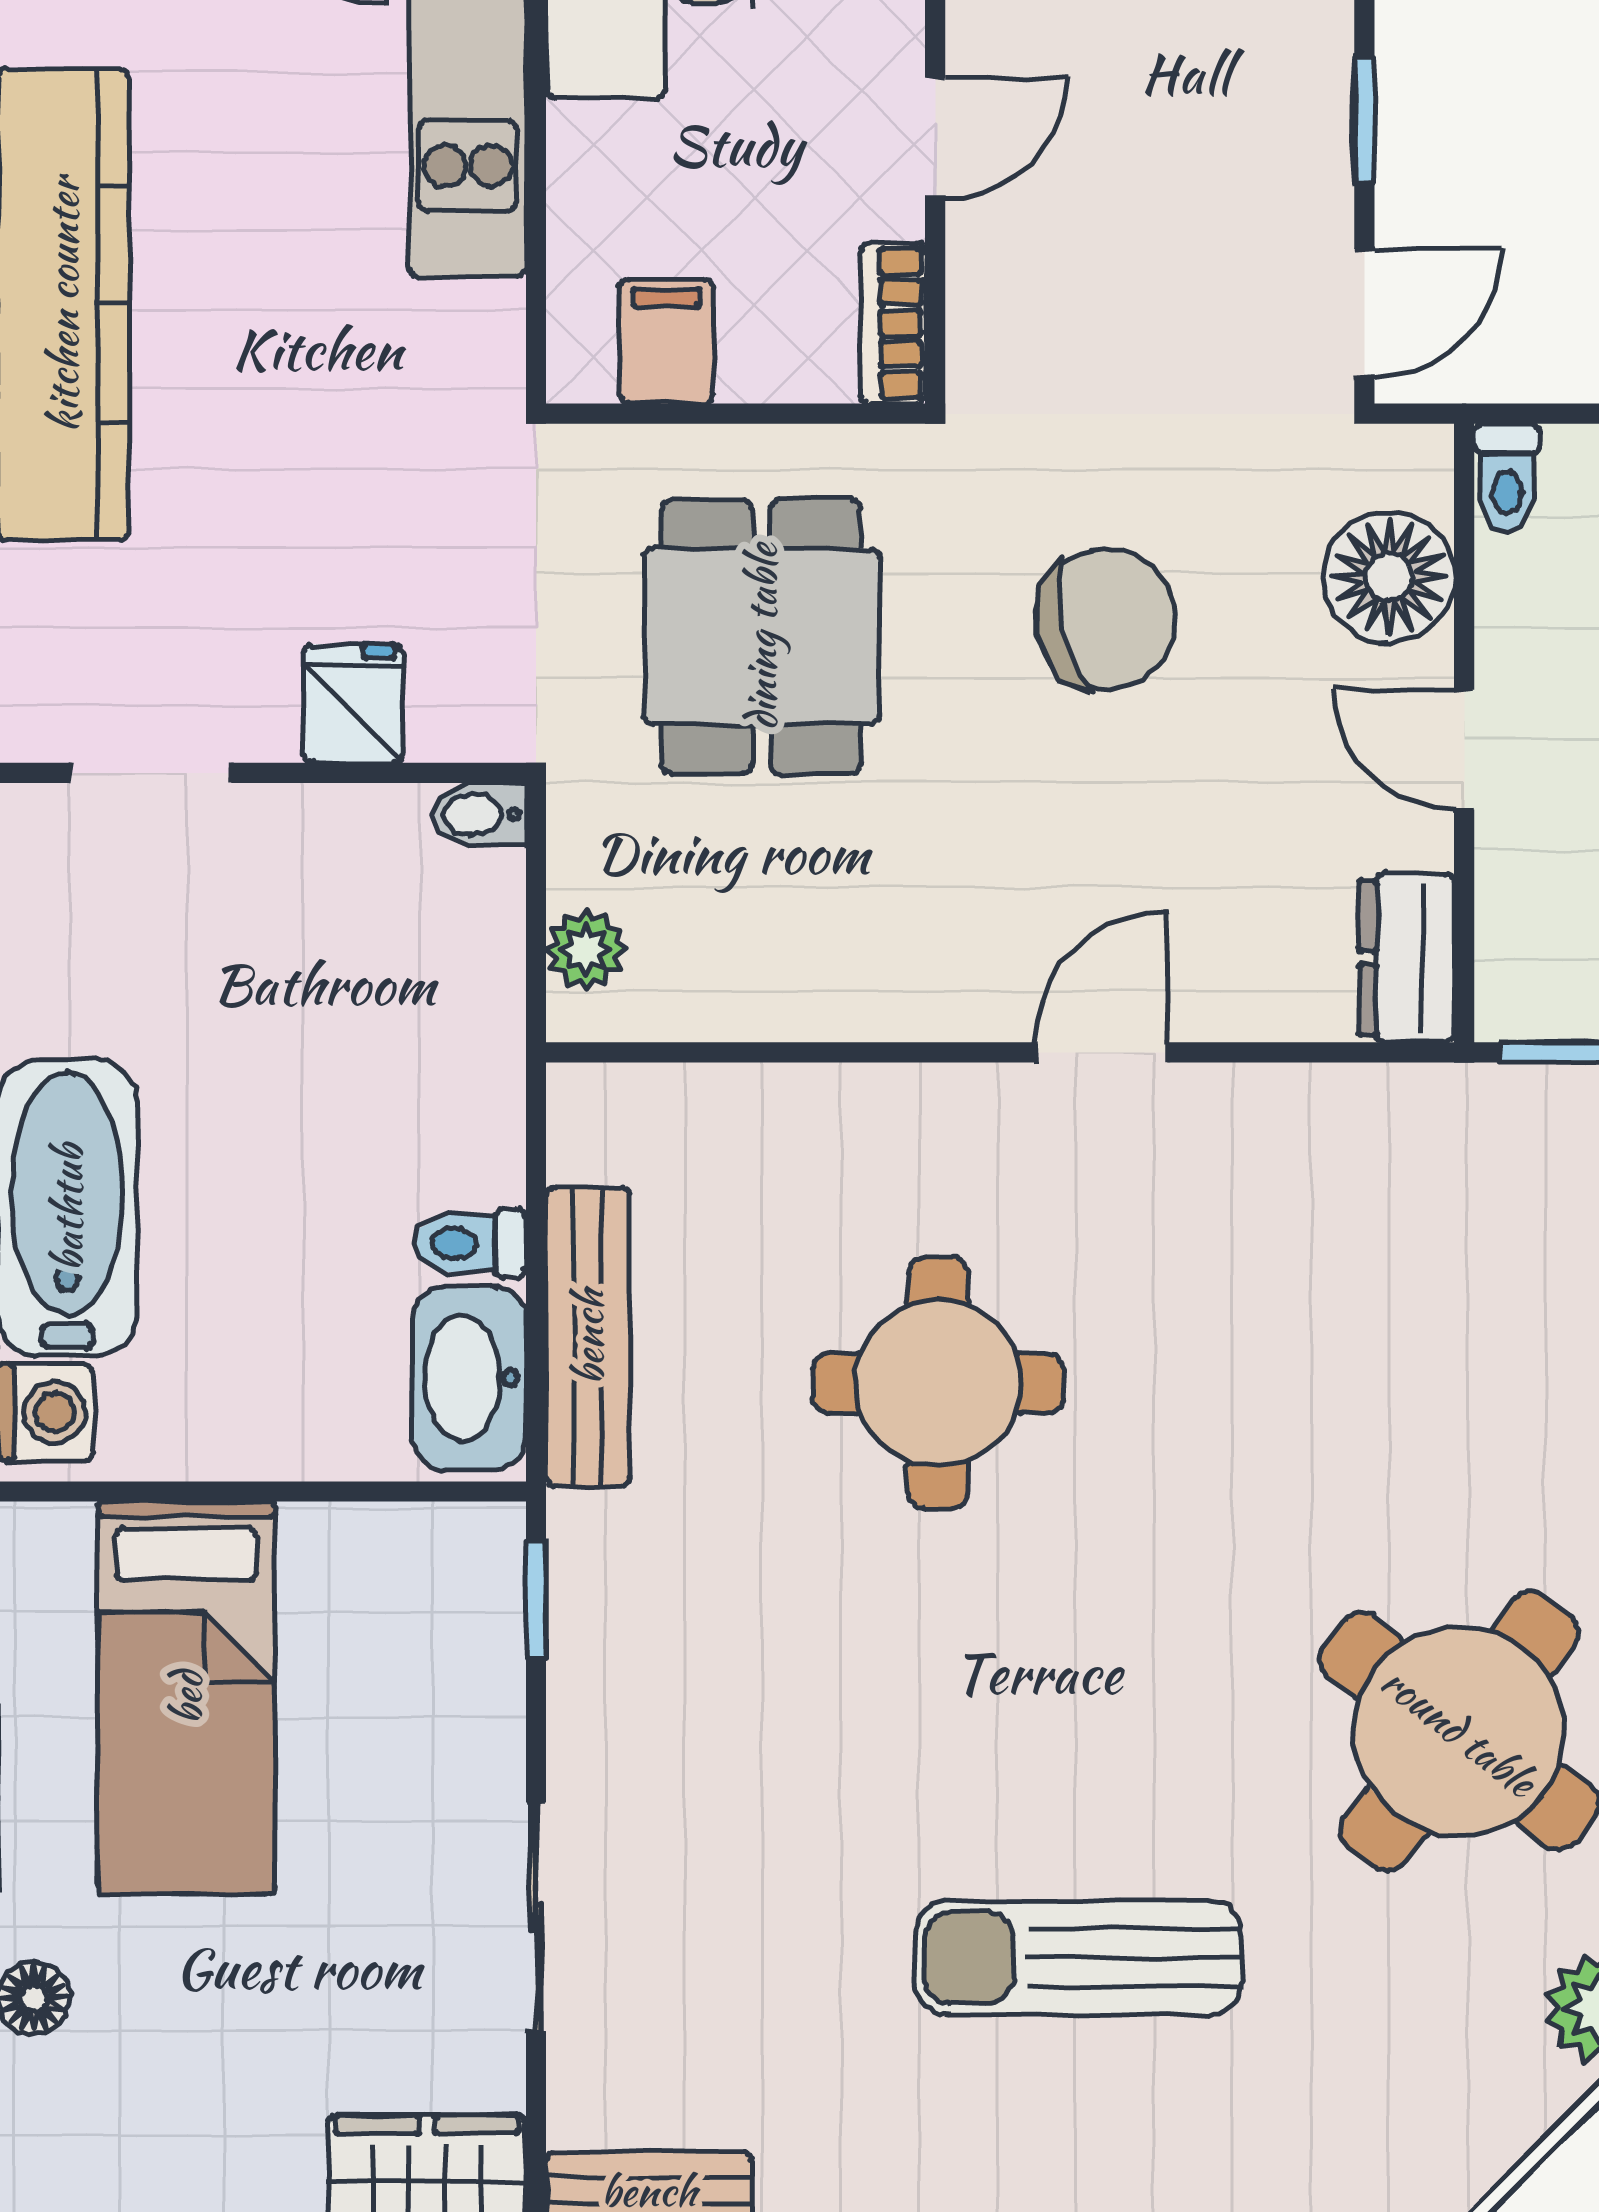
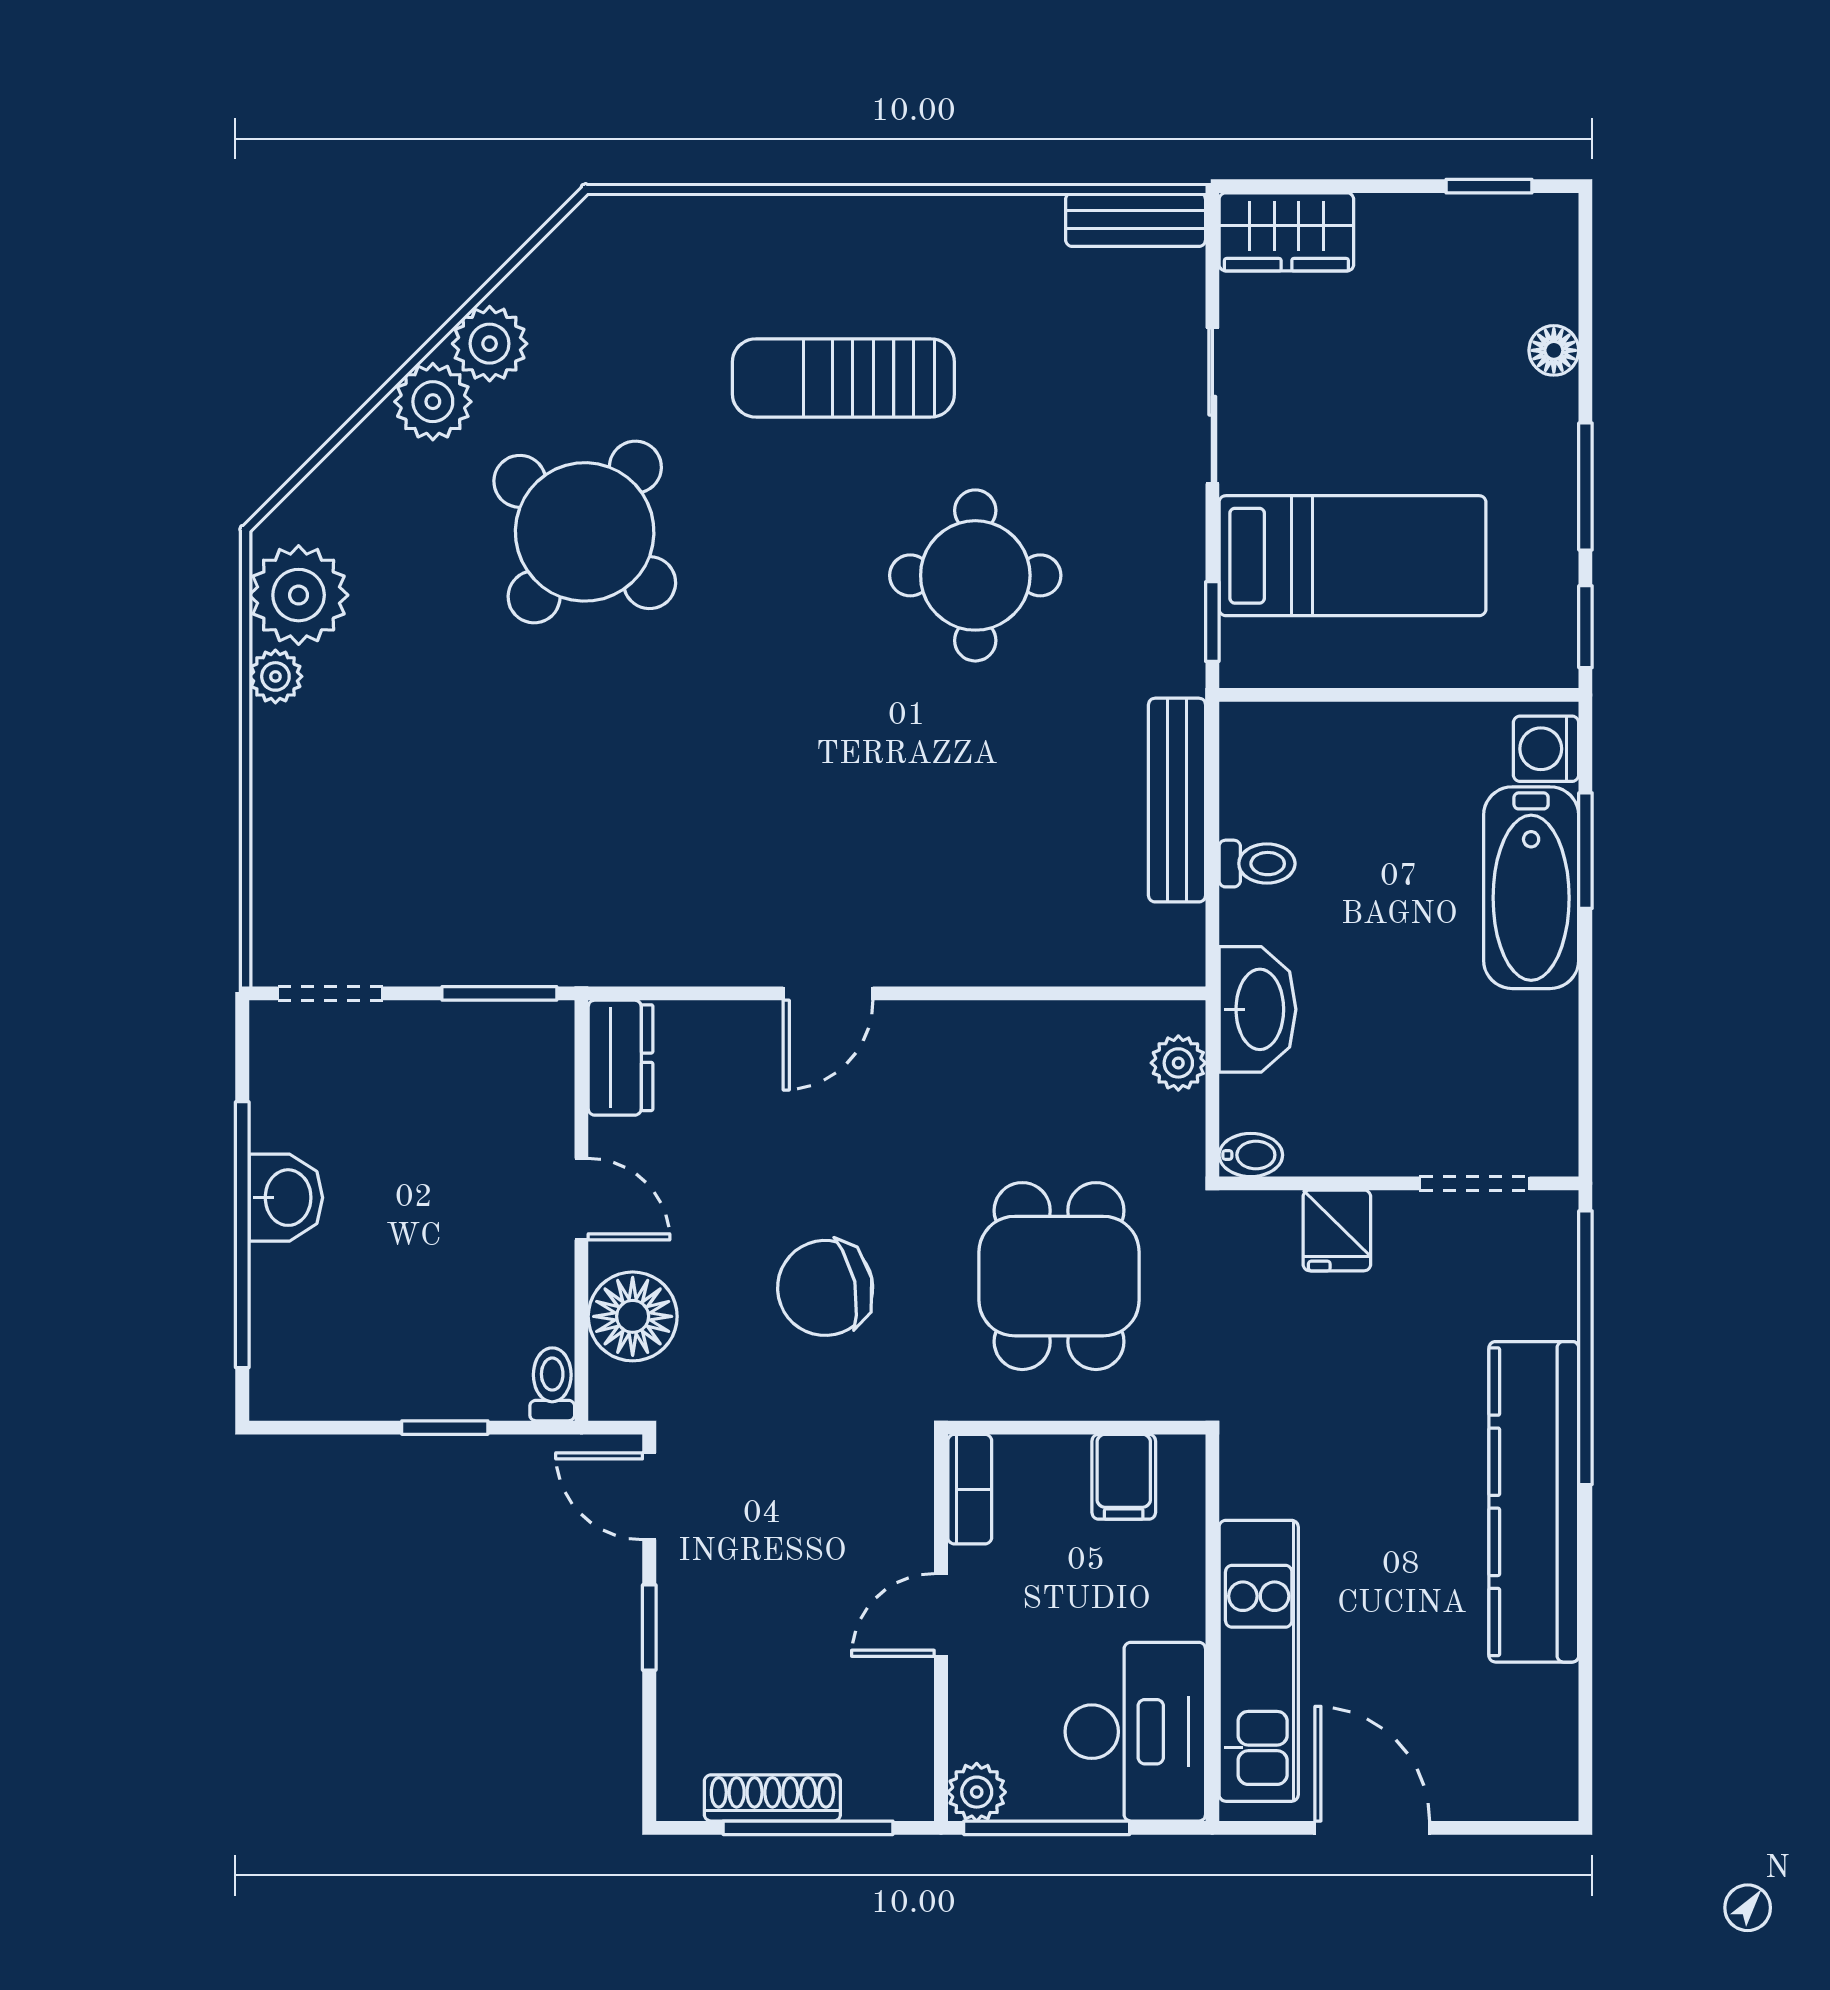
door: (1364, 313) -> (649, 1496), hinge flipped
washbasin: (470, 1378) -> (1257, 1009), moved
round table: (938, 1383) -> (975, 575), moved
bed: (186, 1698) -> (1352, 556), moved, turned 90
sun lounger: (1079, 1958) -> (843, 378), turned 180

